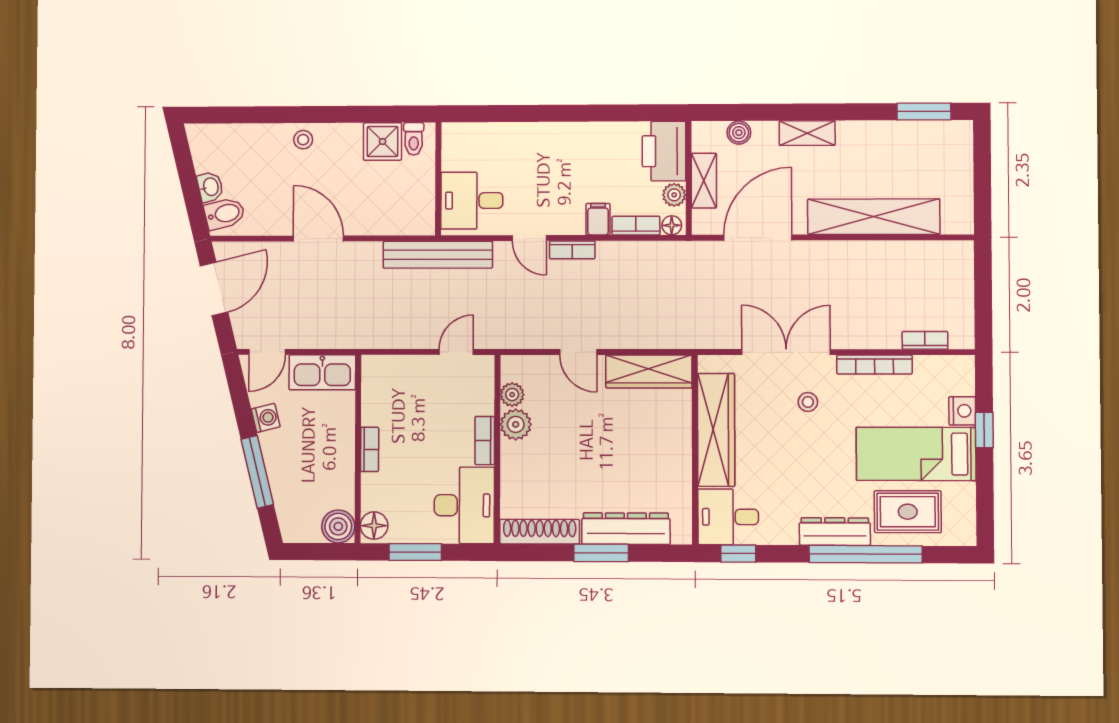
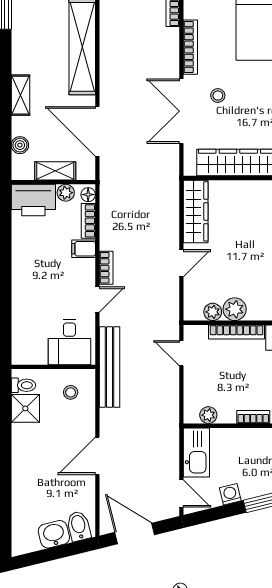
stool: (303, 140) -> (71, 392), moved
washbasin: (210, 187) -> (54, 534), width x1.38, depth x1.45
plant: (372, 388) -> (208, 415), added
bookcase: (485, 441) -> (236, 332), width x1.56

